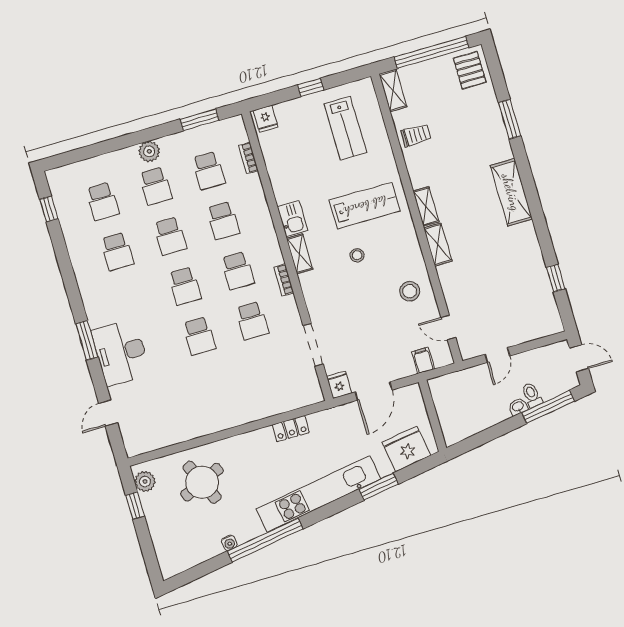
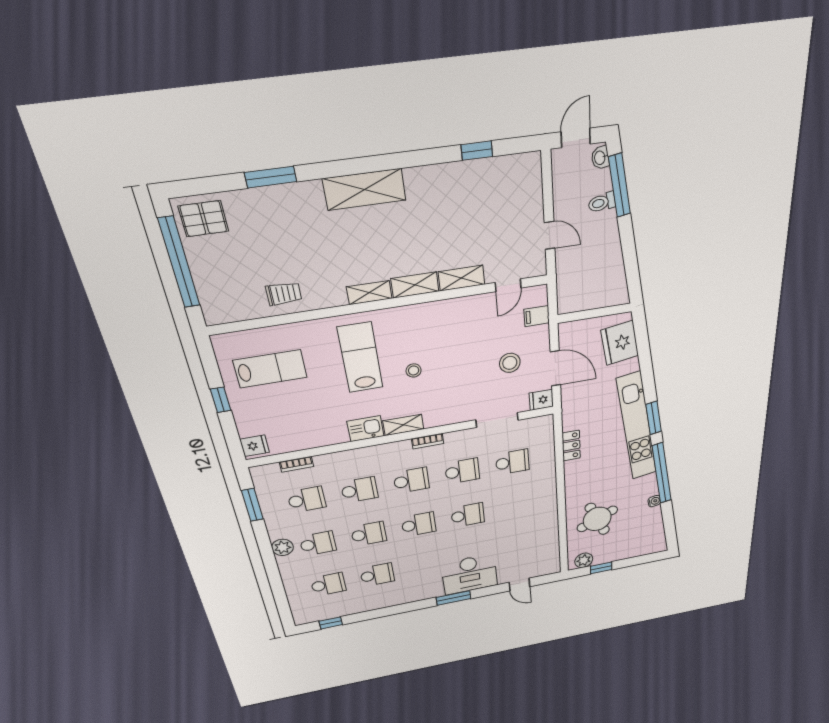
shelving: (393, 90) -> (462, 278), moved
trolley: (416, 135) -> (284, 294), turned 90
stool: (410, 291) -> (510, 363), moved
school desk: (267, 371) -> (512, 462), added
washbasin: (518, 407) -> (600, 158), moved
window: (379, 487) -> (654, 418), moved

